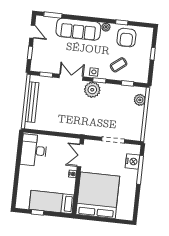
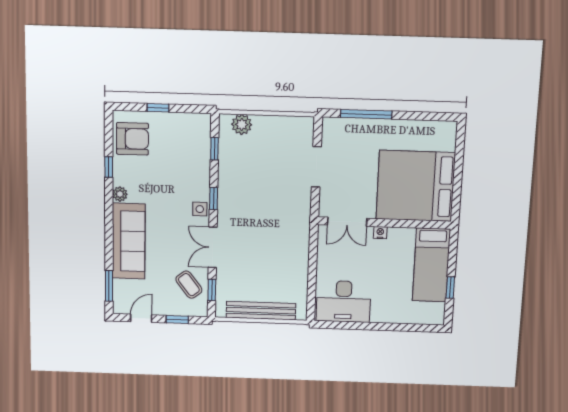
armchair: (126, 38) -> (132, 139), moved
coffee table: (119, 65) -> (189, 285), moved
plant: (92, 90) -> (231, 209), removed
nightstand: (132, 161) -> (352, 129), removed

